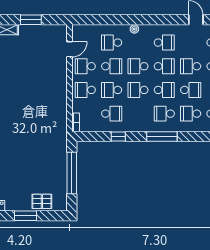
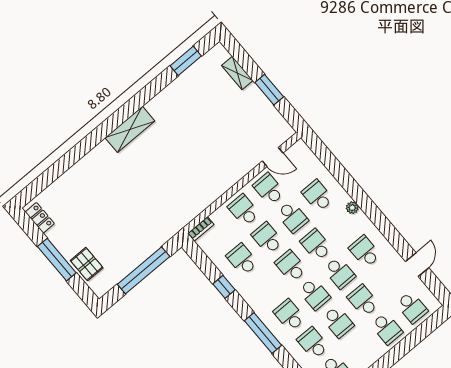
school desk: (164, 43) -> (365, 252), turned 180
school desk: (112, 114) -> (242, 259), turned 180
window: (26, 216) -> (57, 260), width x1.44

